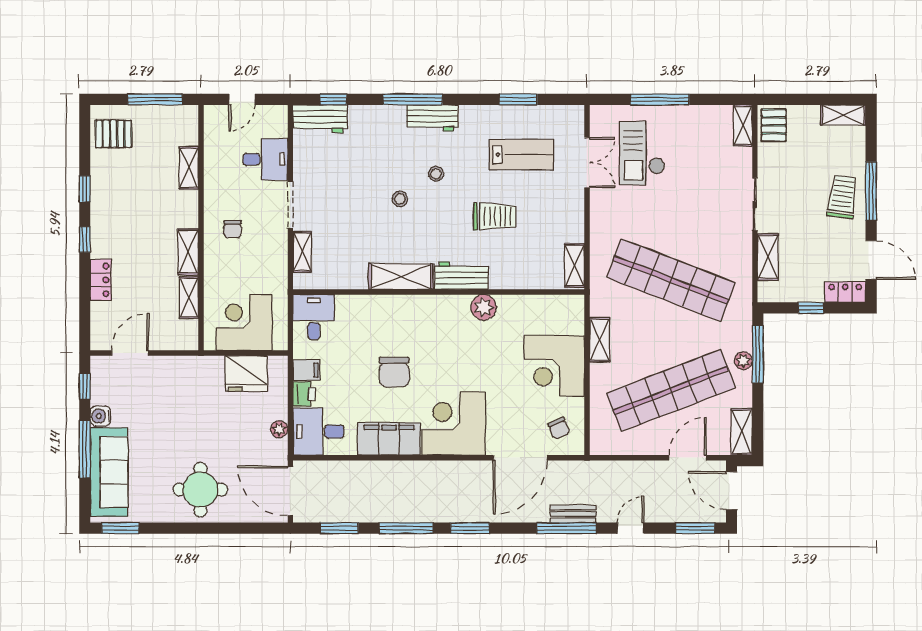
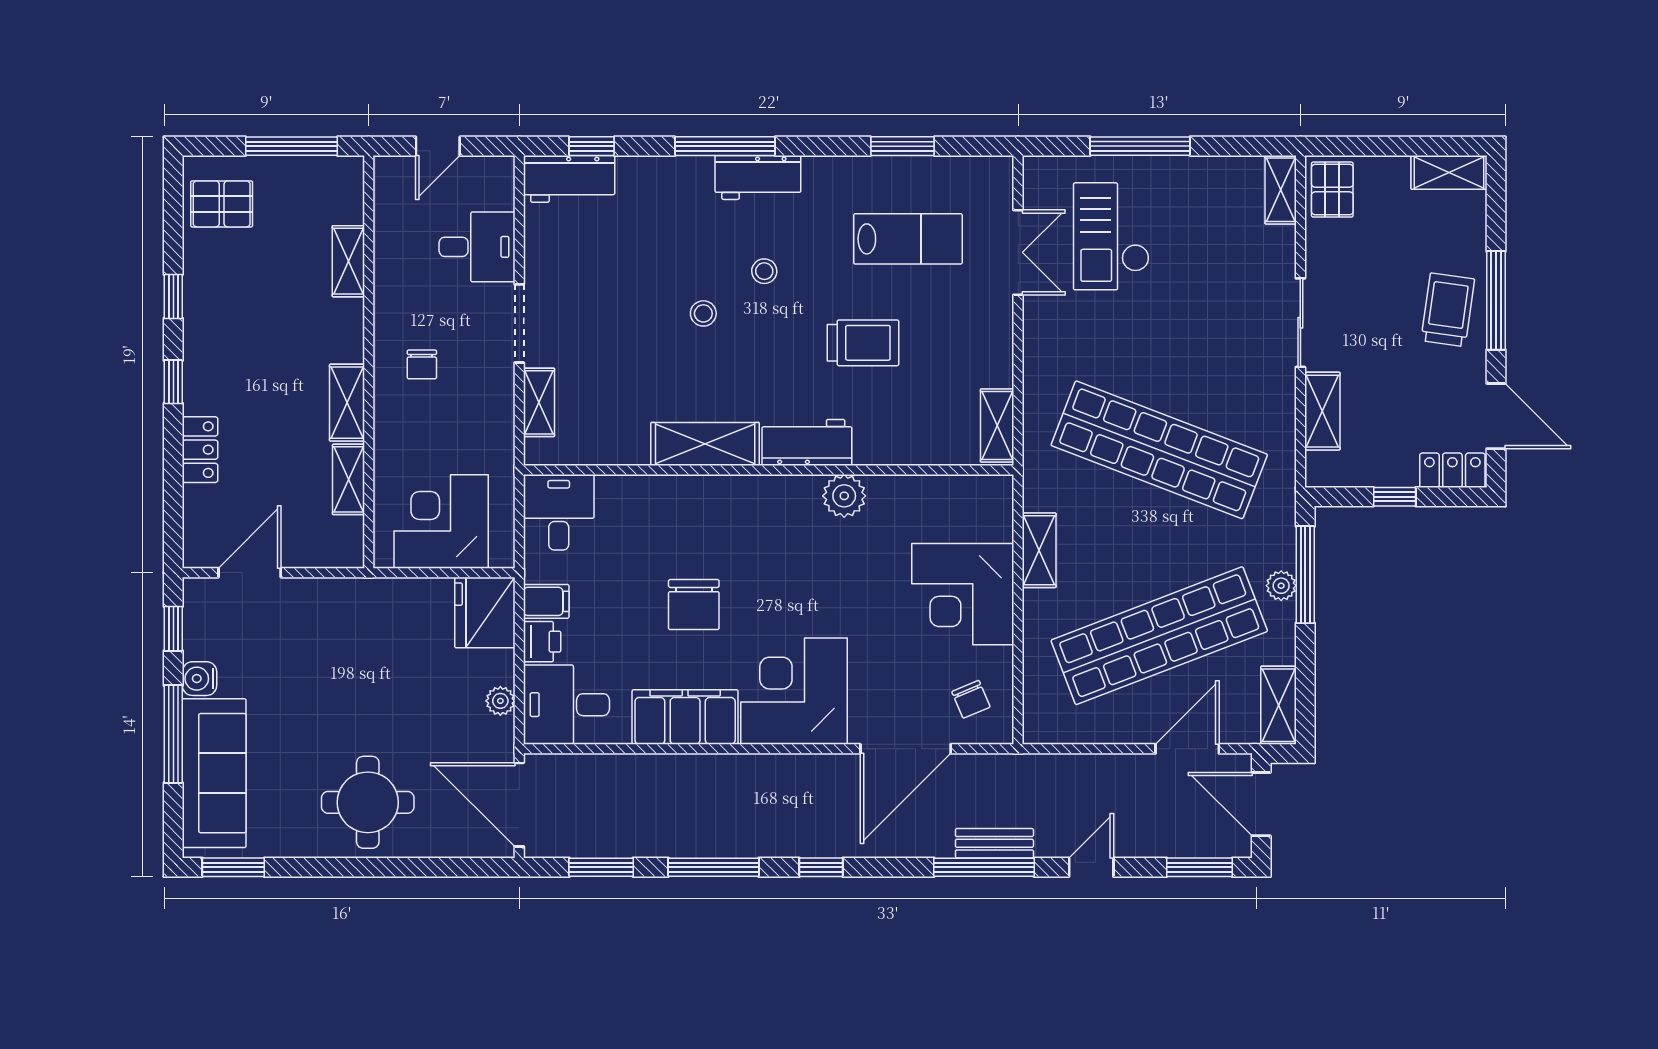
fridge: (246, 374) -> (485, 613), moved, turned 90
window: (470, 528) -> (821, 867), width x0.67

